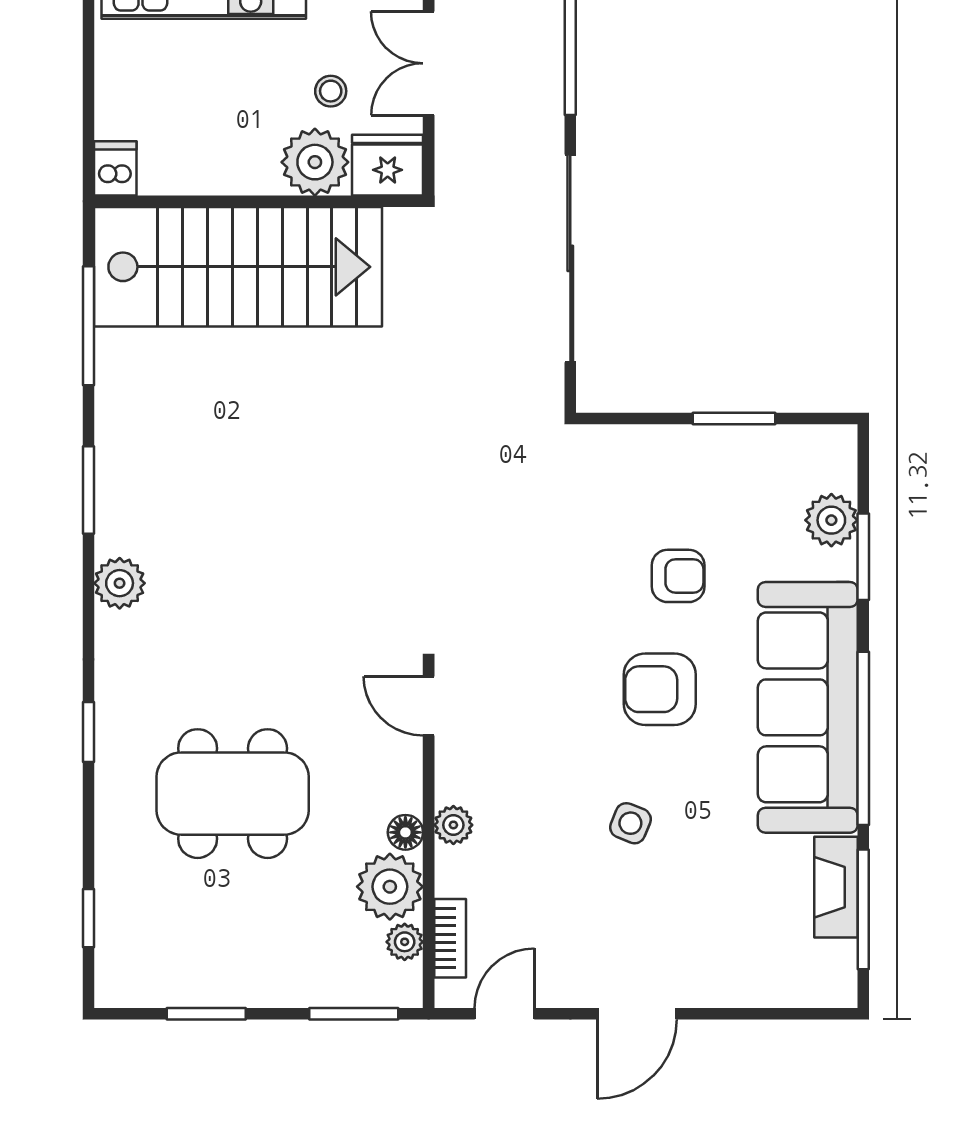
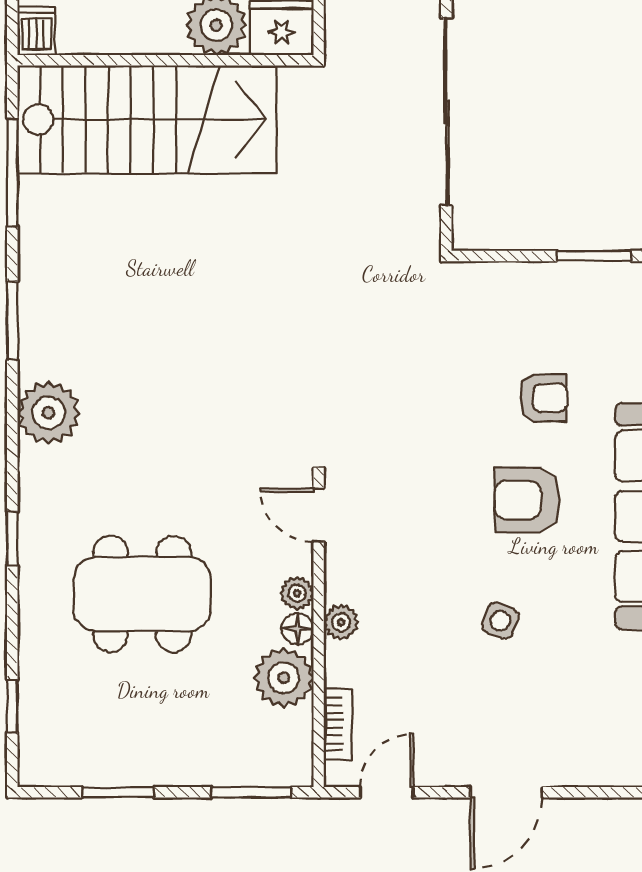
plant: (120, 583) -> (49, 413), width x1.36, depth x1.36
plant: (405, 942) -> (297, 593), moved

